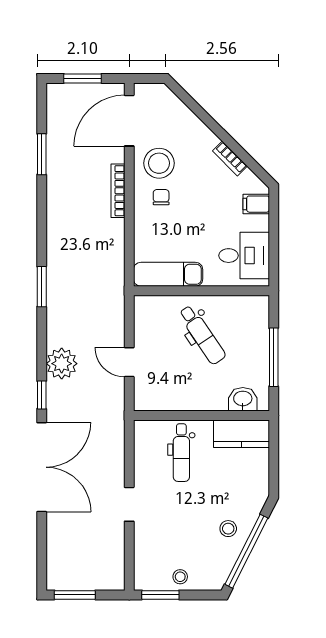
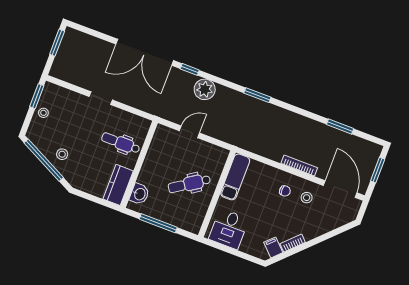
stool: (159, 163) -> (307, 198), width x0.53, depth x0.53
filing cabinet: (256, 204) -> (273, 247), moved, turned -45

